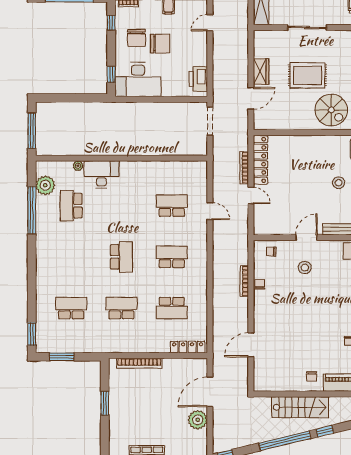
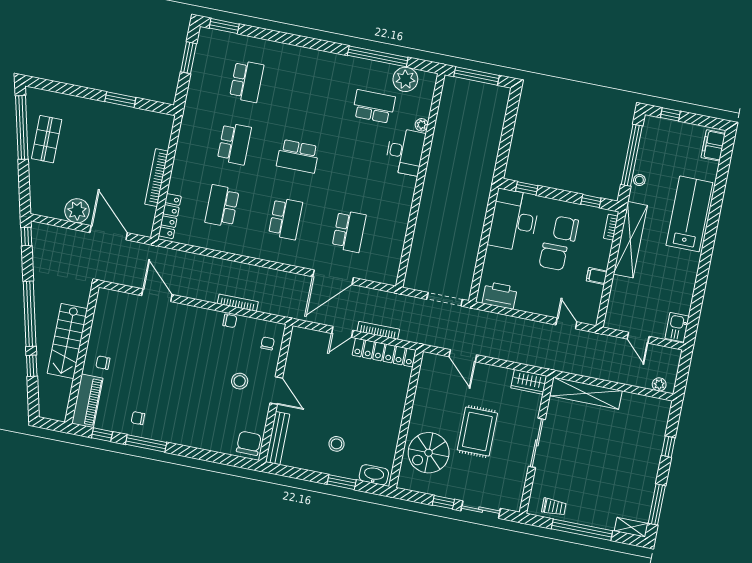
wardrobe: (261, 72) -> (529, 382), moved
door: (210, 211) -> (333, 277), width x1.88
bookcase: (139, 363) -> (157, 178), moved

